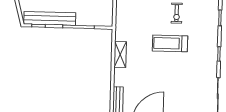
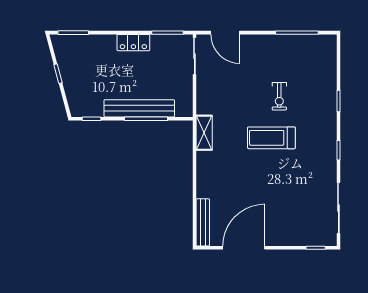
bench: (50, 18) -> (139, 108), moved
shelving: (120, 55) -> (204, 133), moved

